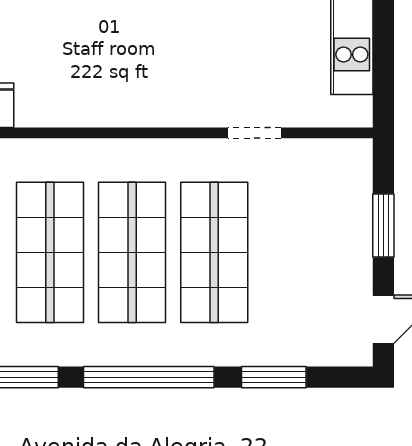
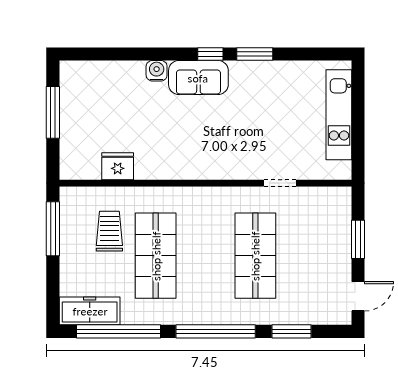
shop shelf: (132, 252) -> (205, 256), removed

